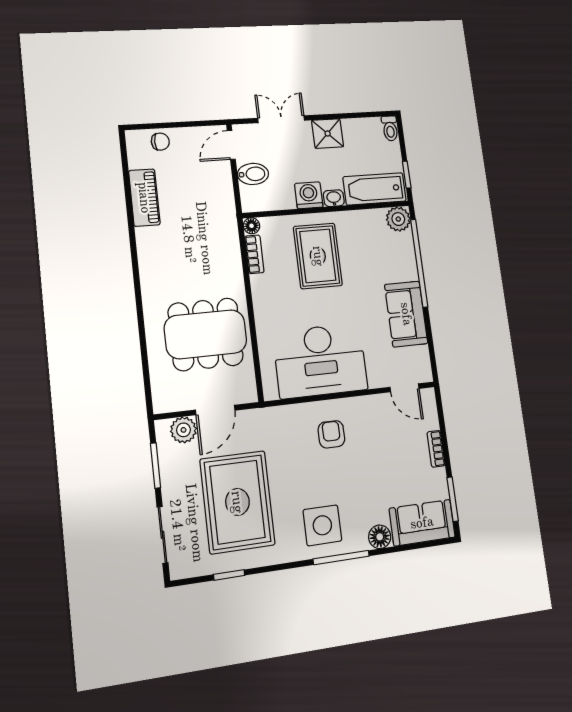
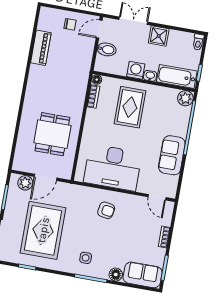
chair: (160, 142) -> (70, 24), moved
dining table: (206, 334) -> (52, 134), width x0.73
armchair: (331, 434) -> (106, 210), turned 100
side table: (322, 525) -> (86, 258), width x0.54, depth x0.54

